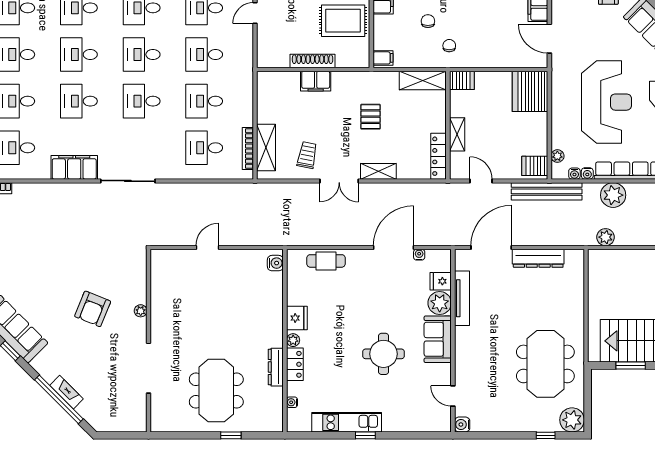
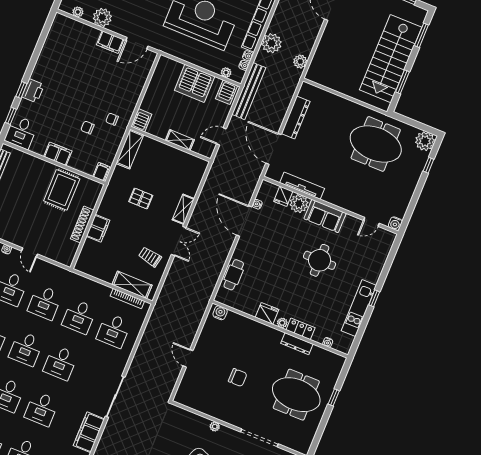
server rack: (530, 91) -> (195, 83), moved
locker: (439, 156) -> (190, 160), removed
chair: (208, 314) -> (238, 378), added

